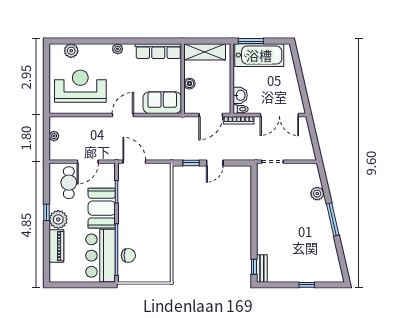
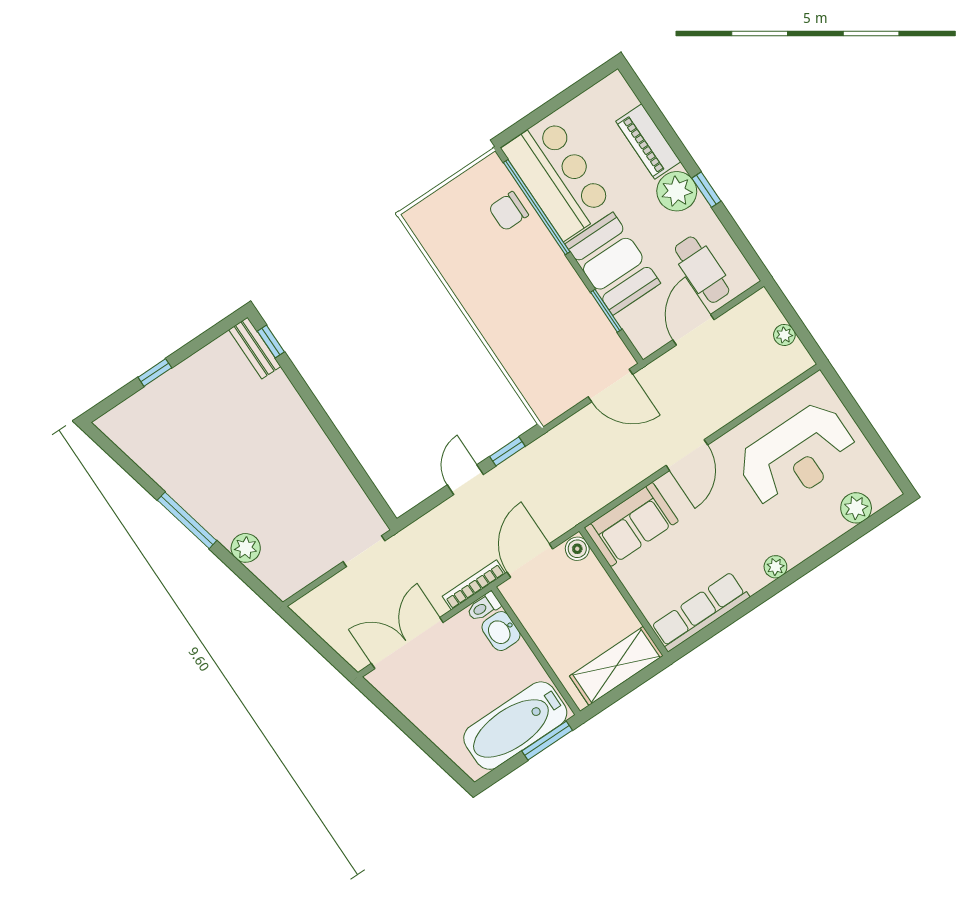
boiler: (189, 84) -> (577, 549), moved

